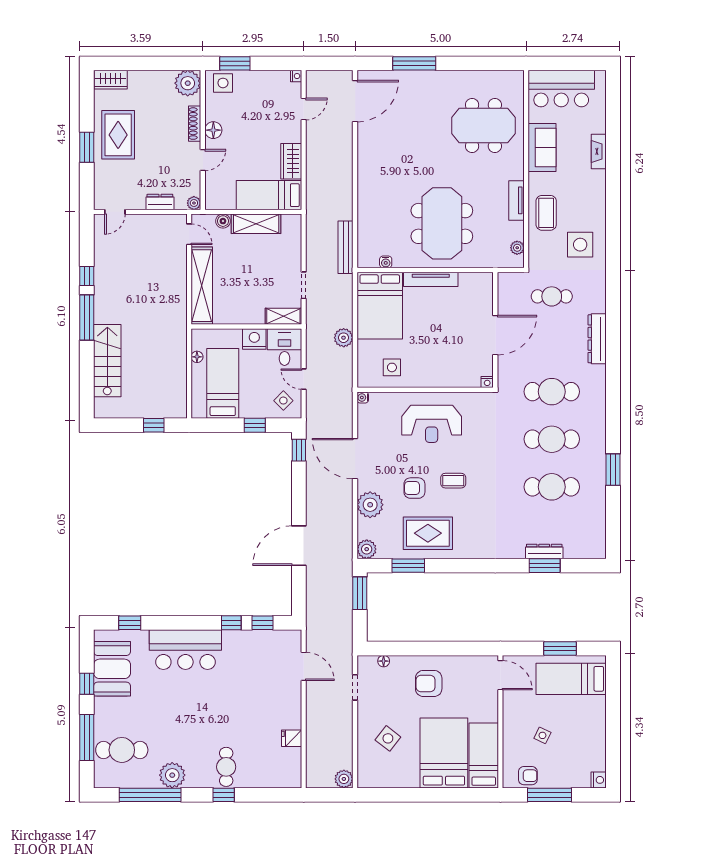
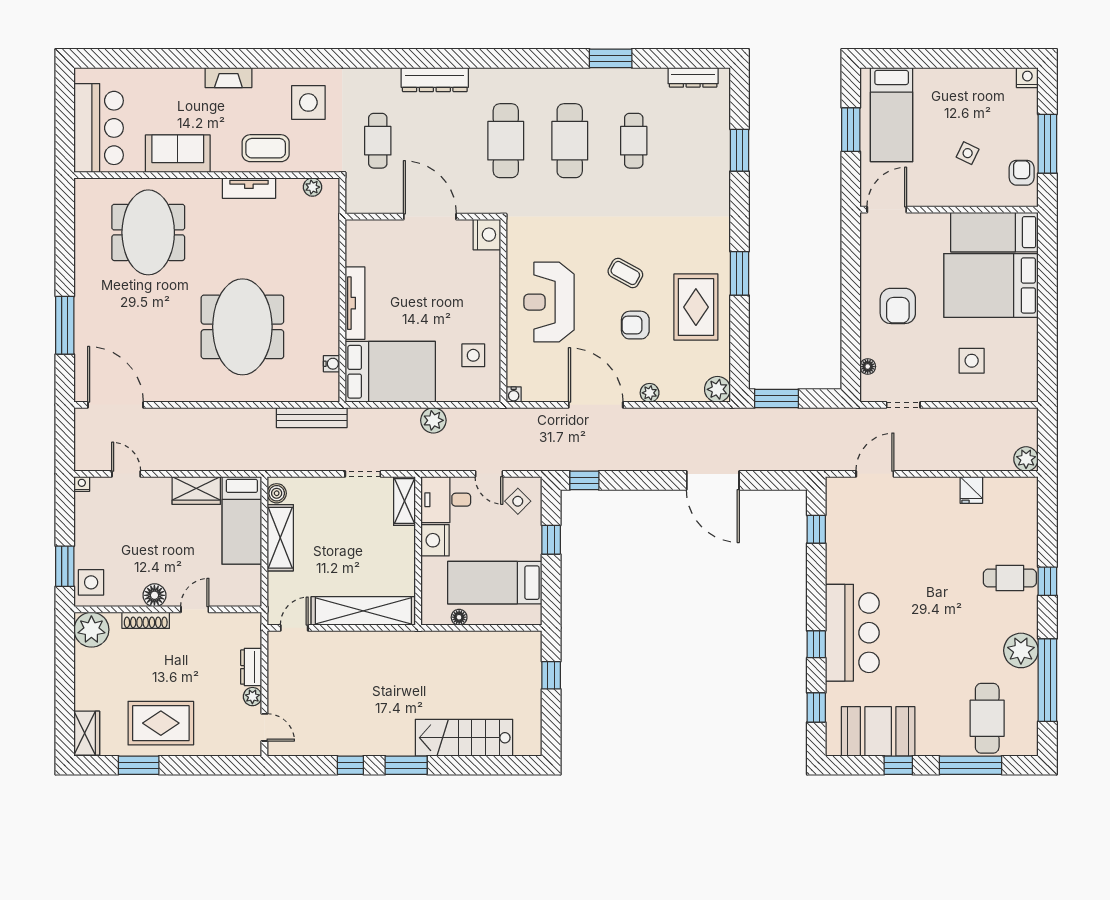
window: (87, 147) -> (139, 765), moved
fireplace: (599, 151) -> (228, 78), moved
door: (203, 160) -> (195, 609), hinge flipped
plant: (194, 203) -> (252, 697), moved
boiler: (223, 221) -> (277, 493), moved
meeting table: (442, 223) -> (242, 327), moved, turned 90
window: (87, 317) -> (406, 765), width x0.69
door: (304, 379) -> (489, 474), hinge flipped
nightstand: (487, 382) -> (487, 235), width x1.89, depth x1.79
reception desk: (432, 424) -> (549, 302), turned 180
door: (355, 459) -> (596, 405), swing flipped
coffee table: (453, 481) -> (625, 273), turned -61
cafe table: (552, 487) -> (634, 141), width x0.73, depth x0.74
armchair: (414, 488) -> (635, 325), turned 90
plant: (370, 505) -> (650, 393), width x0.53, depth x0.53
dresser: (544, 551) -> (693, 77), moved, turned -90
window: (408, 566) -> (739, 273), moved
window: (231, 623) -> (816, 644), moved
side table: (388, 738) -> (972, 361), turned -38
plant: (344, 779) -> (1026, 459), moved

